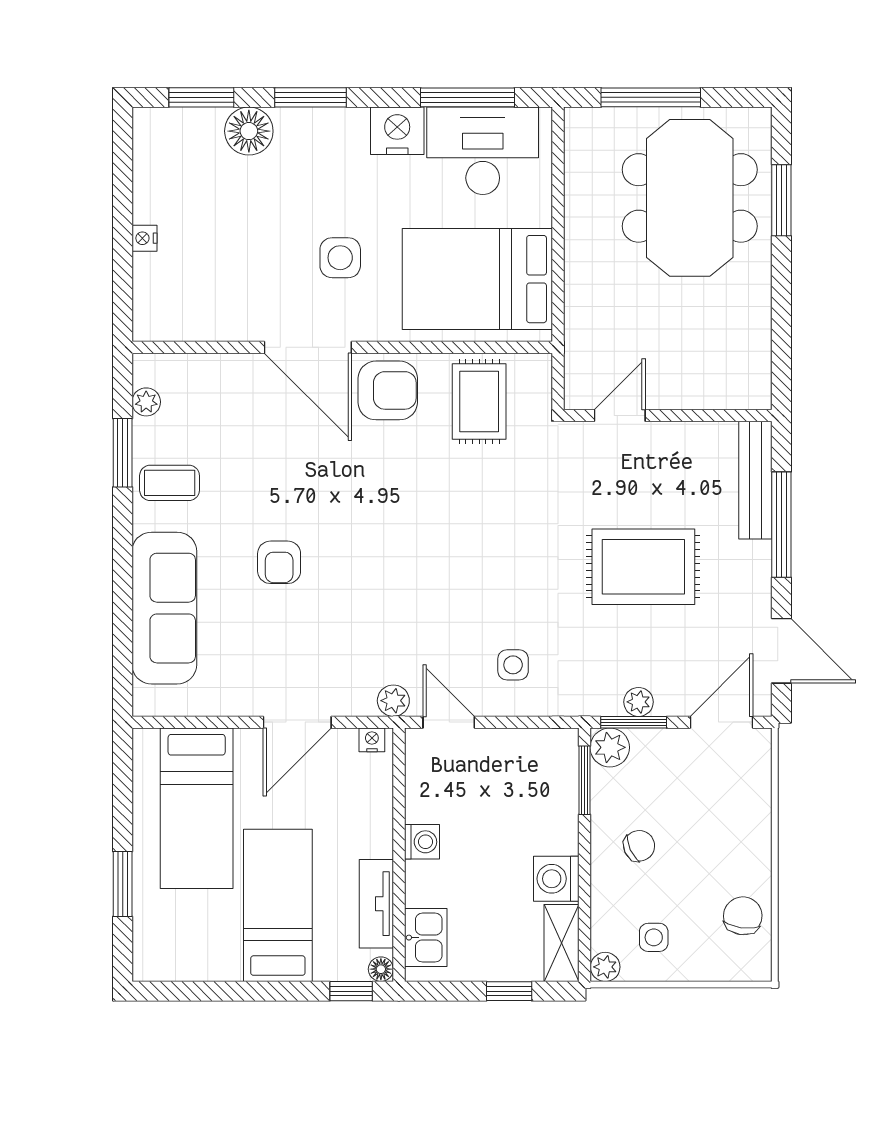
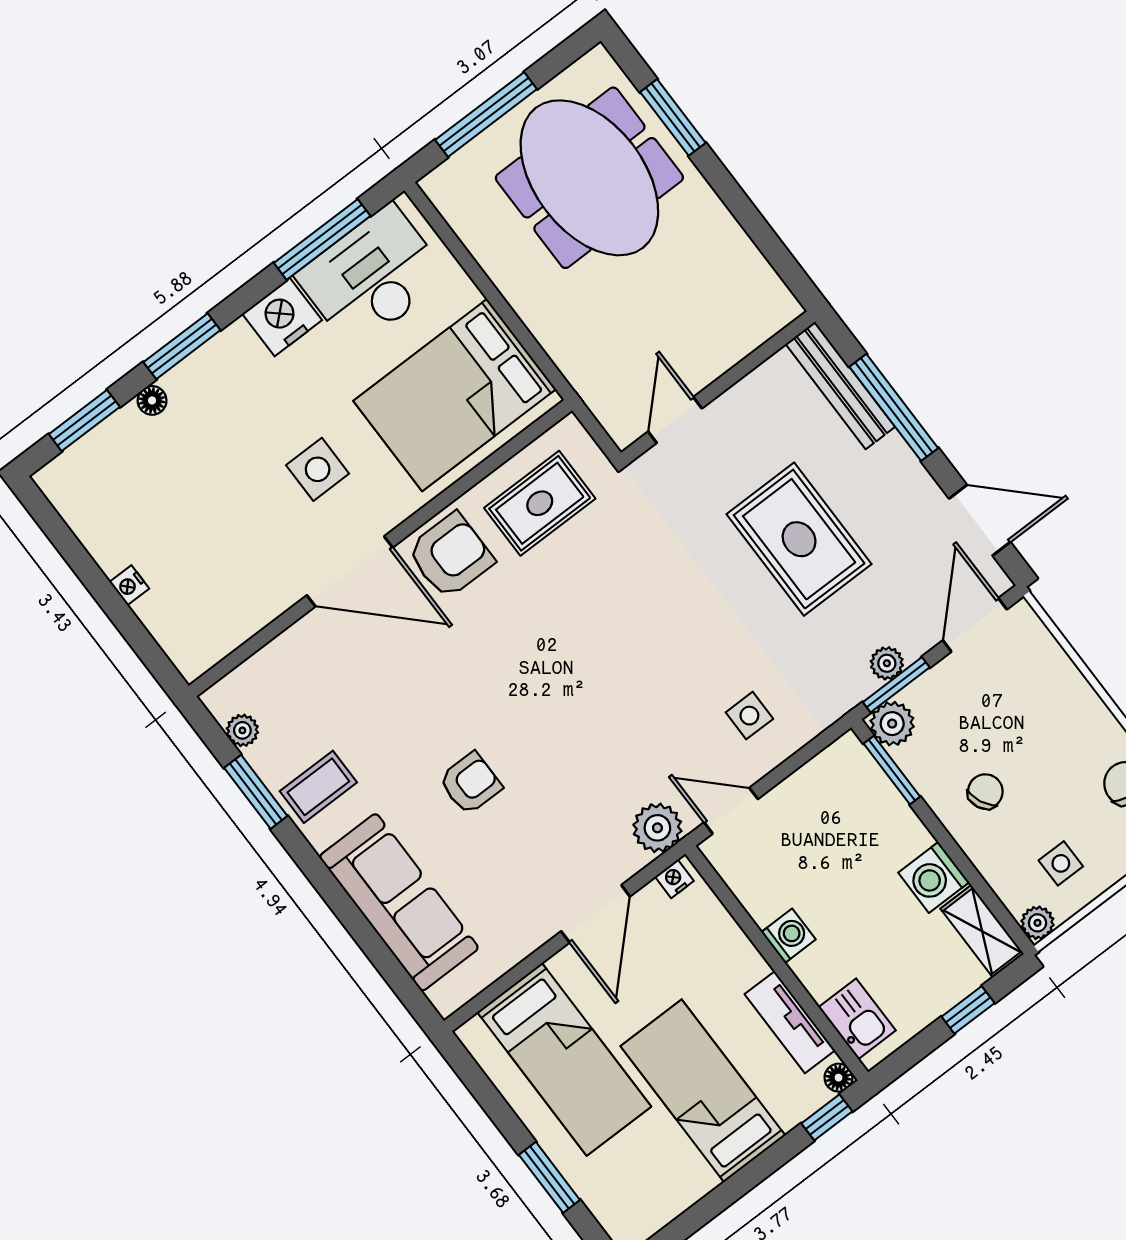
floor lamp: (249, 131) -> (152, 400), width x0.53, depth x0.53
rug: (479, 402) -> (540, 503), turned 90
armchair: (279, 562) -> (470, 783), turned -90
rug: (643, 567) -> (799, 539), turned 90
plant: (393, 701) -> (657, 828), width x1.38, depth x1.38

